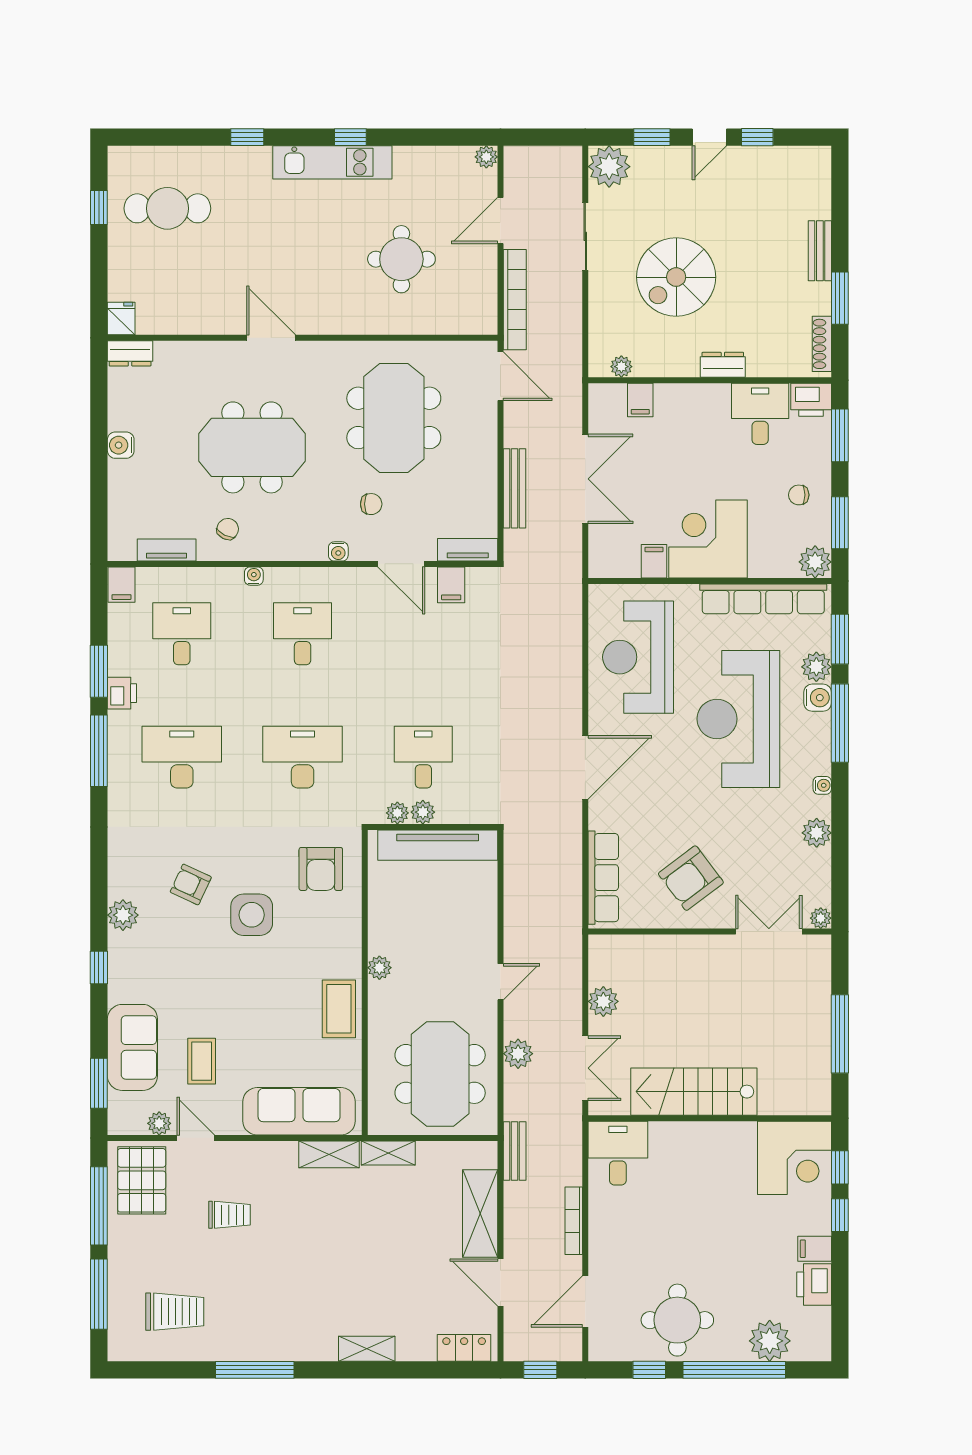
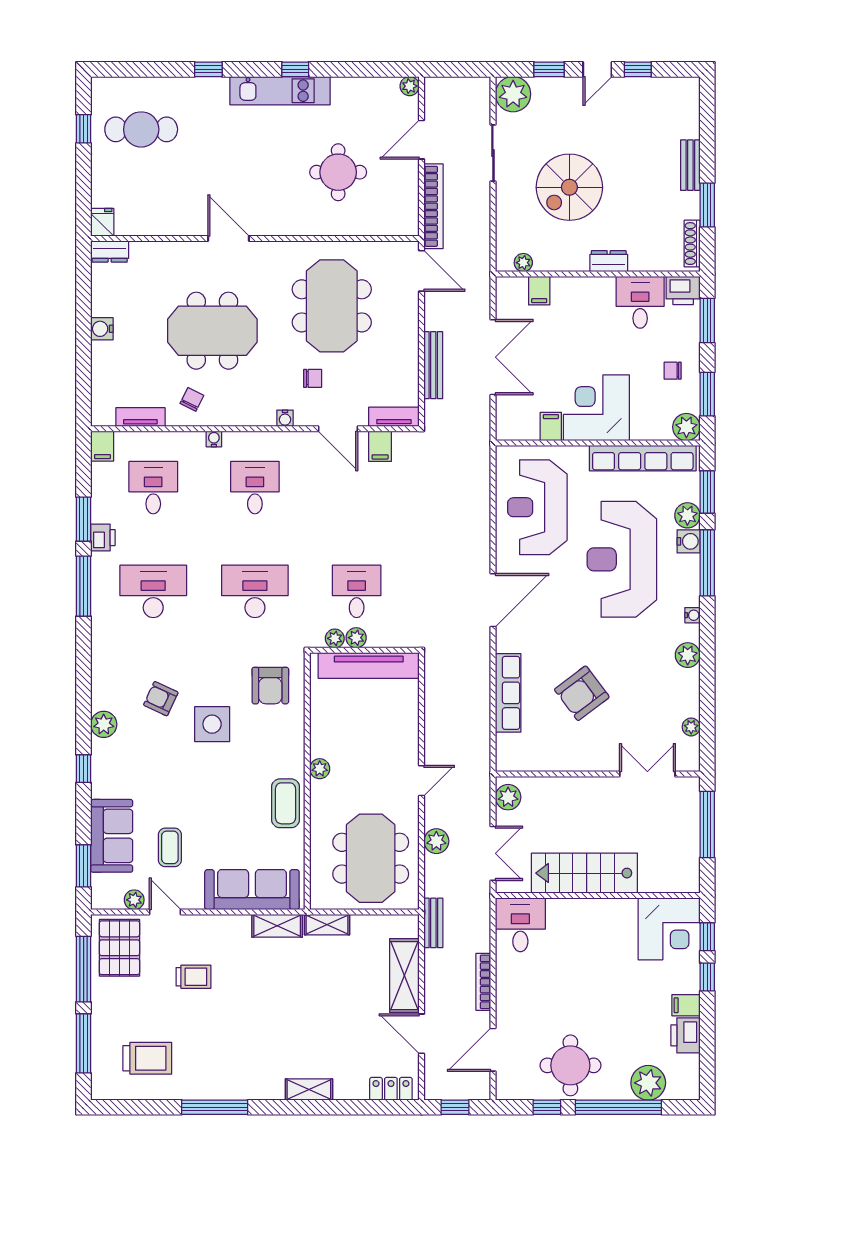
wall: (710, 932) -> (598, 774), moved
double door: (769, 932) -> (647, 774), moved

